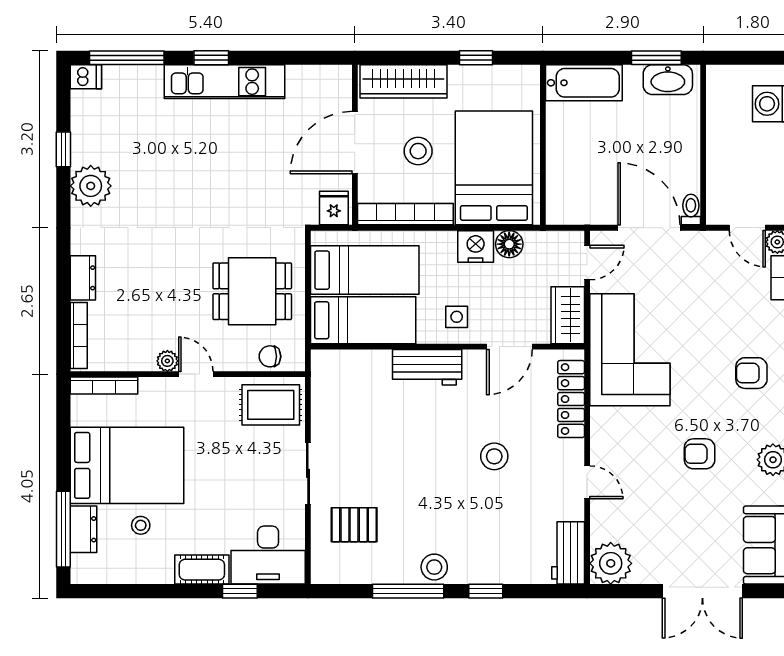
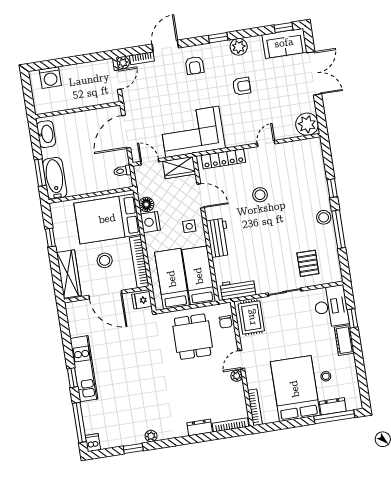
window: (656, 58) -> (40, 173), moved
plant: (91, 186) -> (151, 436), width x0.53, depth x0.53
toilet: (691, 210) -> (122, 171), moved
armchair: (700, 454) -> (242, 86), turned -90
workbench: (568, 553) -> (238, 289), moved, turned 180

